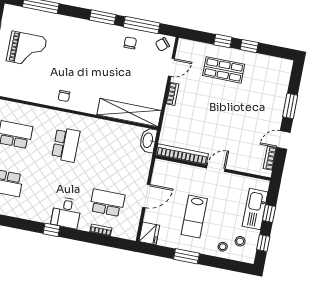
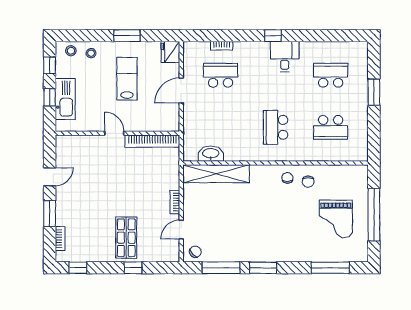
chair: (130, 43) -> (308, 182), moved
window: (249, 46) -> (78, 268), moved
grand piano: (27, 49) -> (336, 219), turned -90
shop shelf: (224, 70) -> (126, 238), turned 90
washbasin: (148, 140) -> (211, 154), moved, turned -90
bookcase: (270, 158) -> (60, 239), moved
door: (216, 168) -> (114, 133), swing flipped
school desk: (107, 203) -> (221, 75), turned 180
desk: (66, 213) -> (285, 57), moved
stool: (240, 241) -> (71, 51), moved

